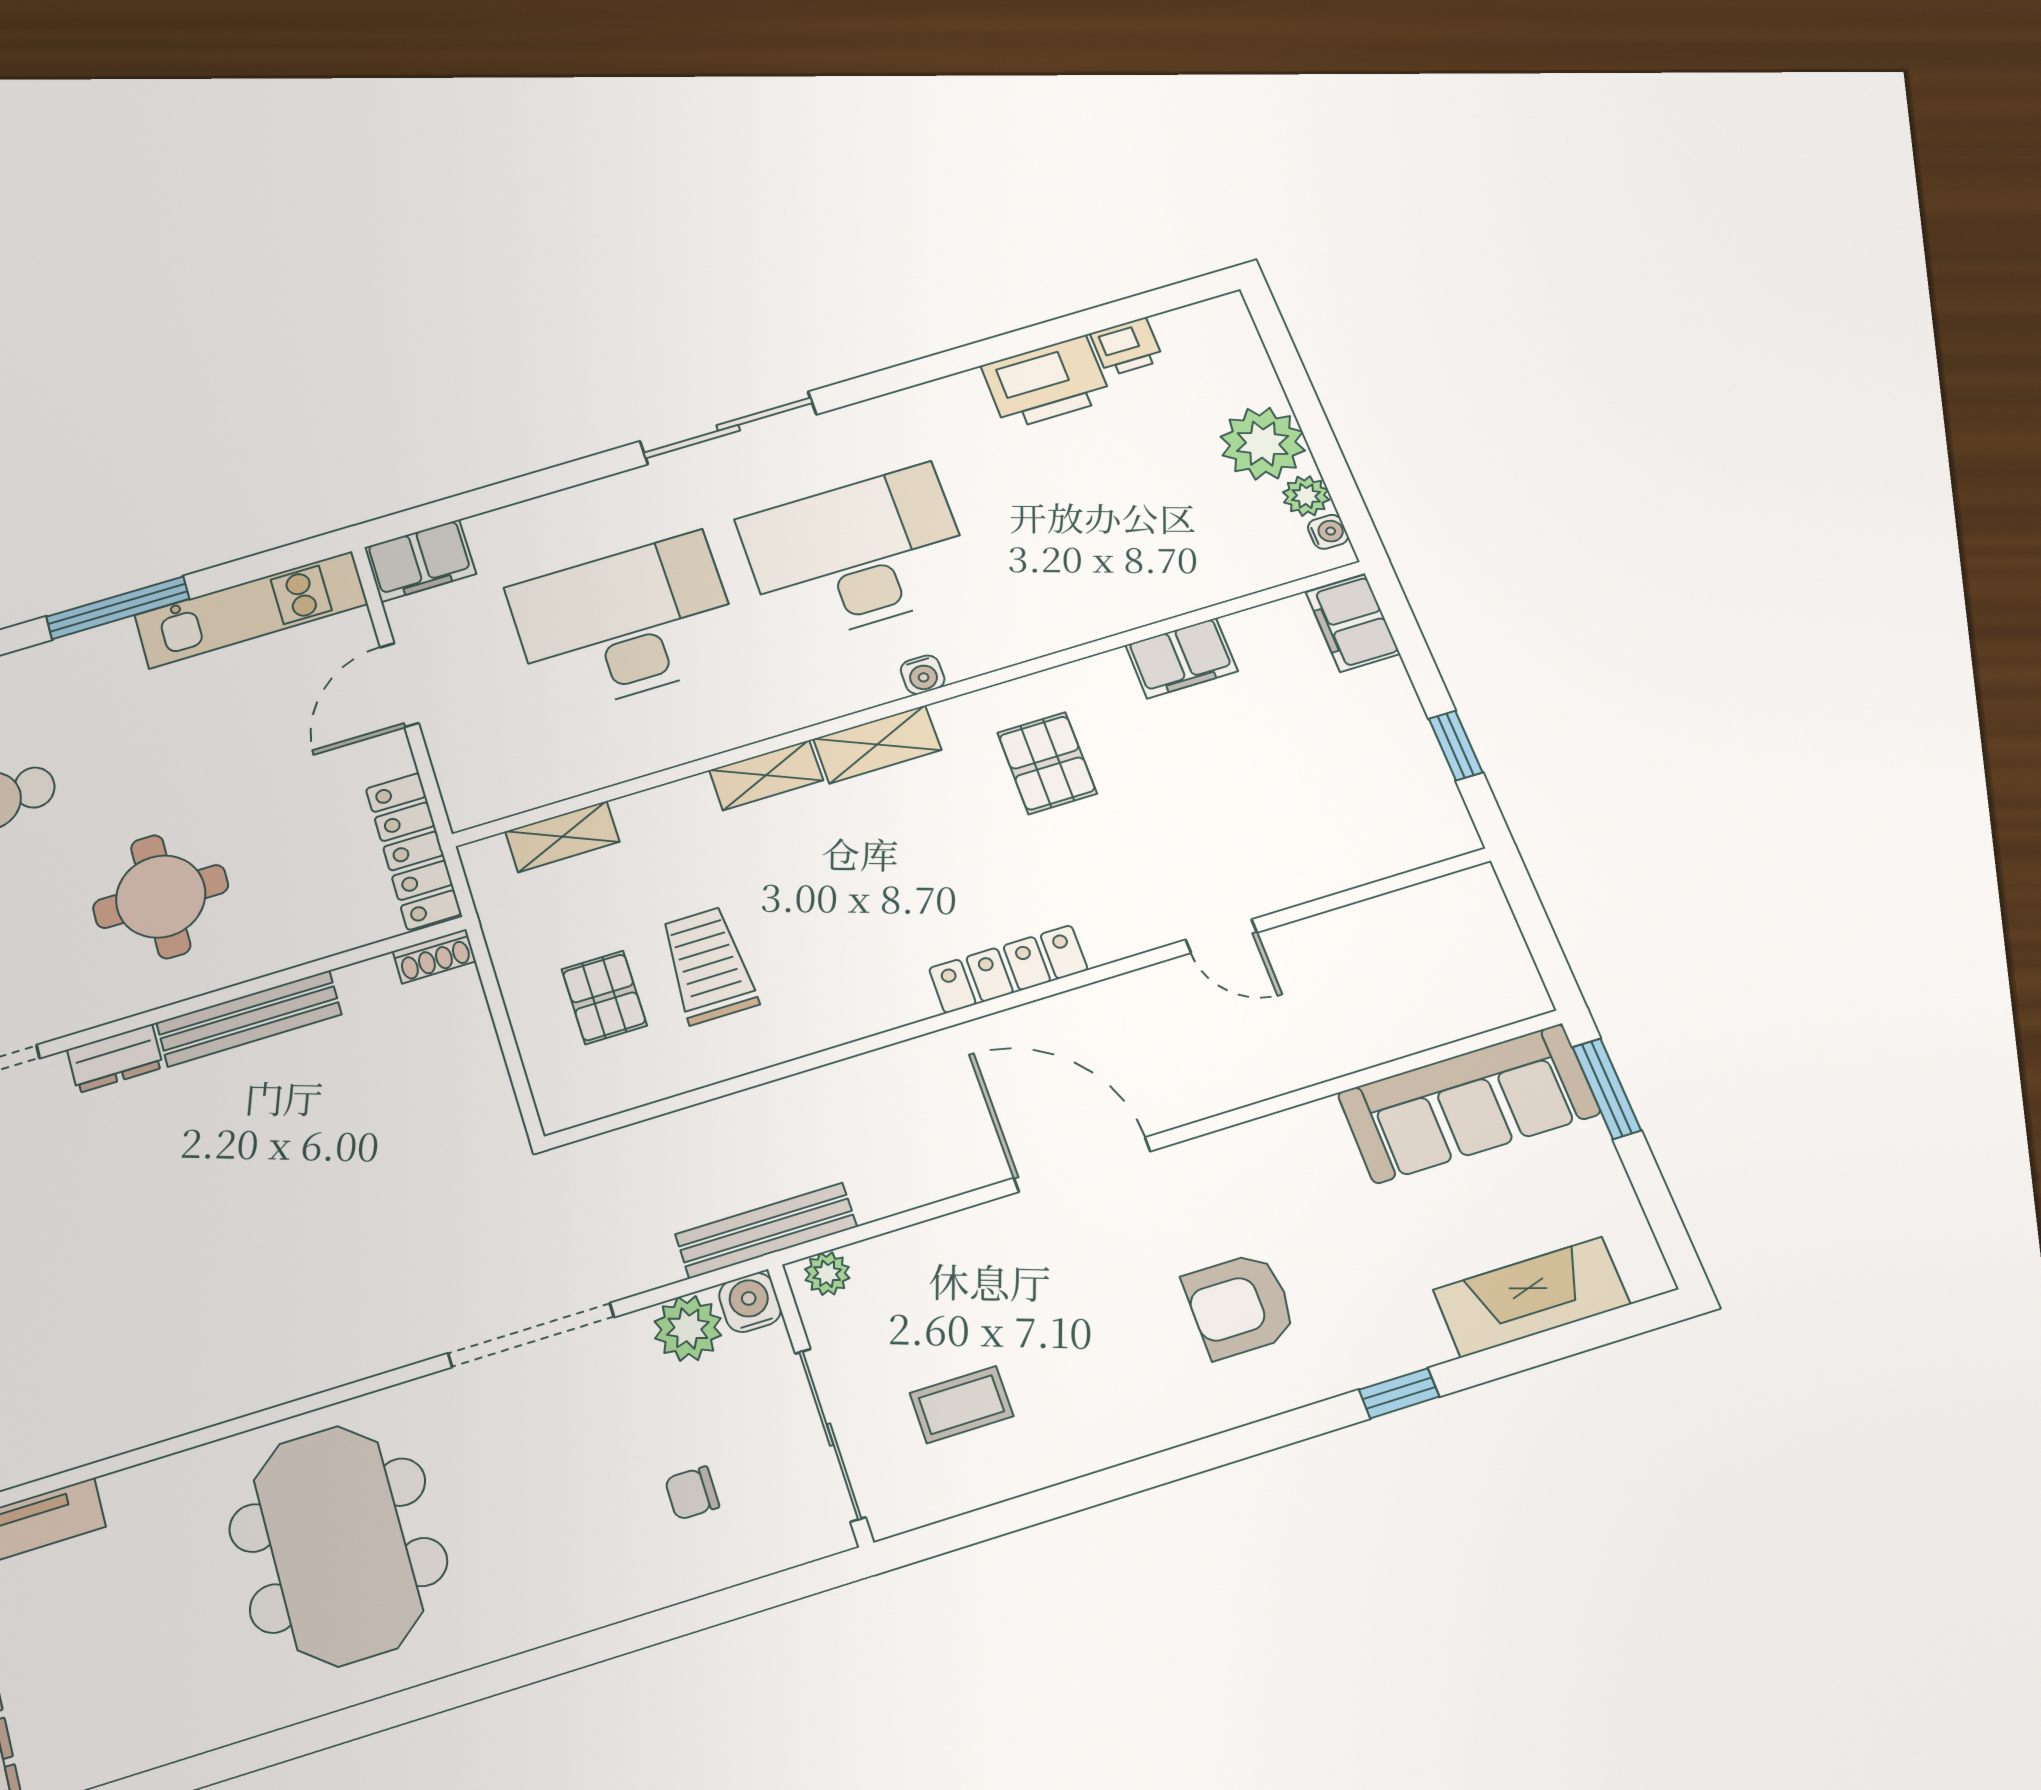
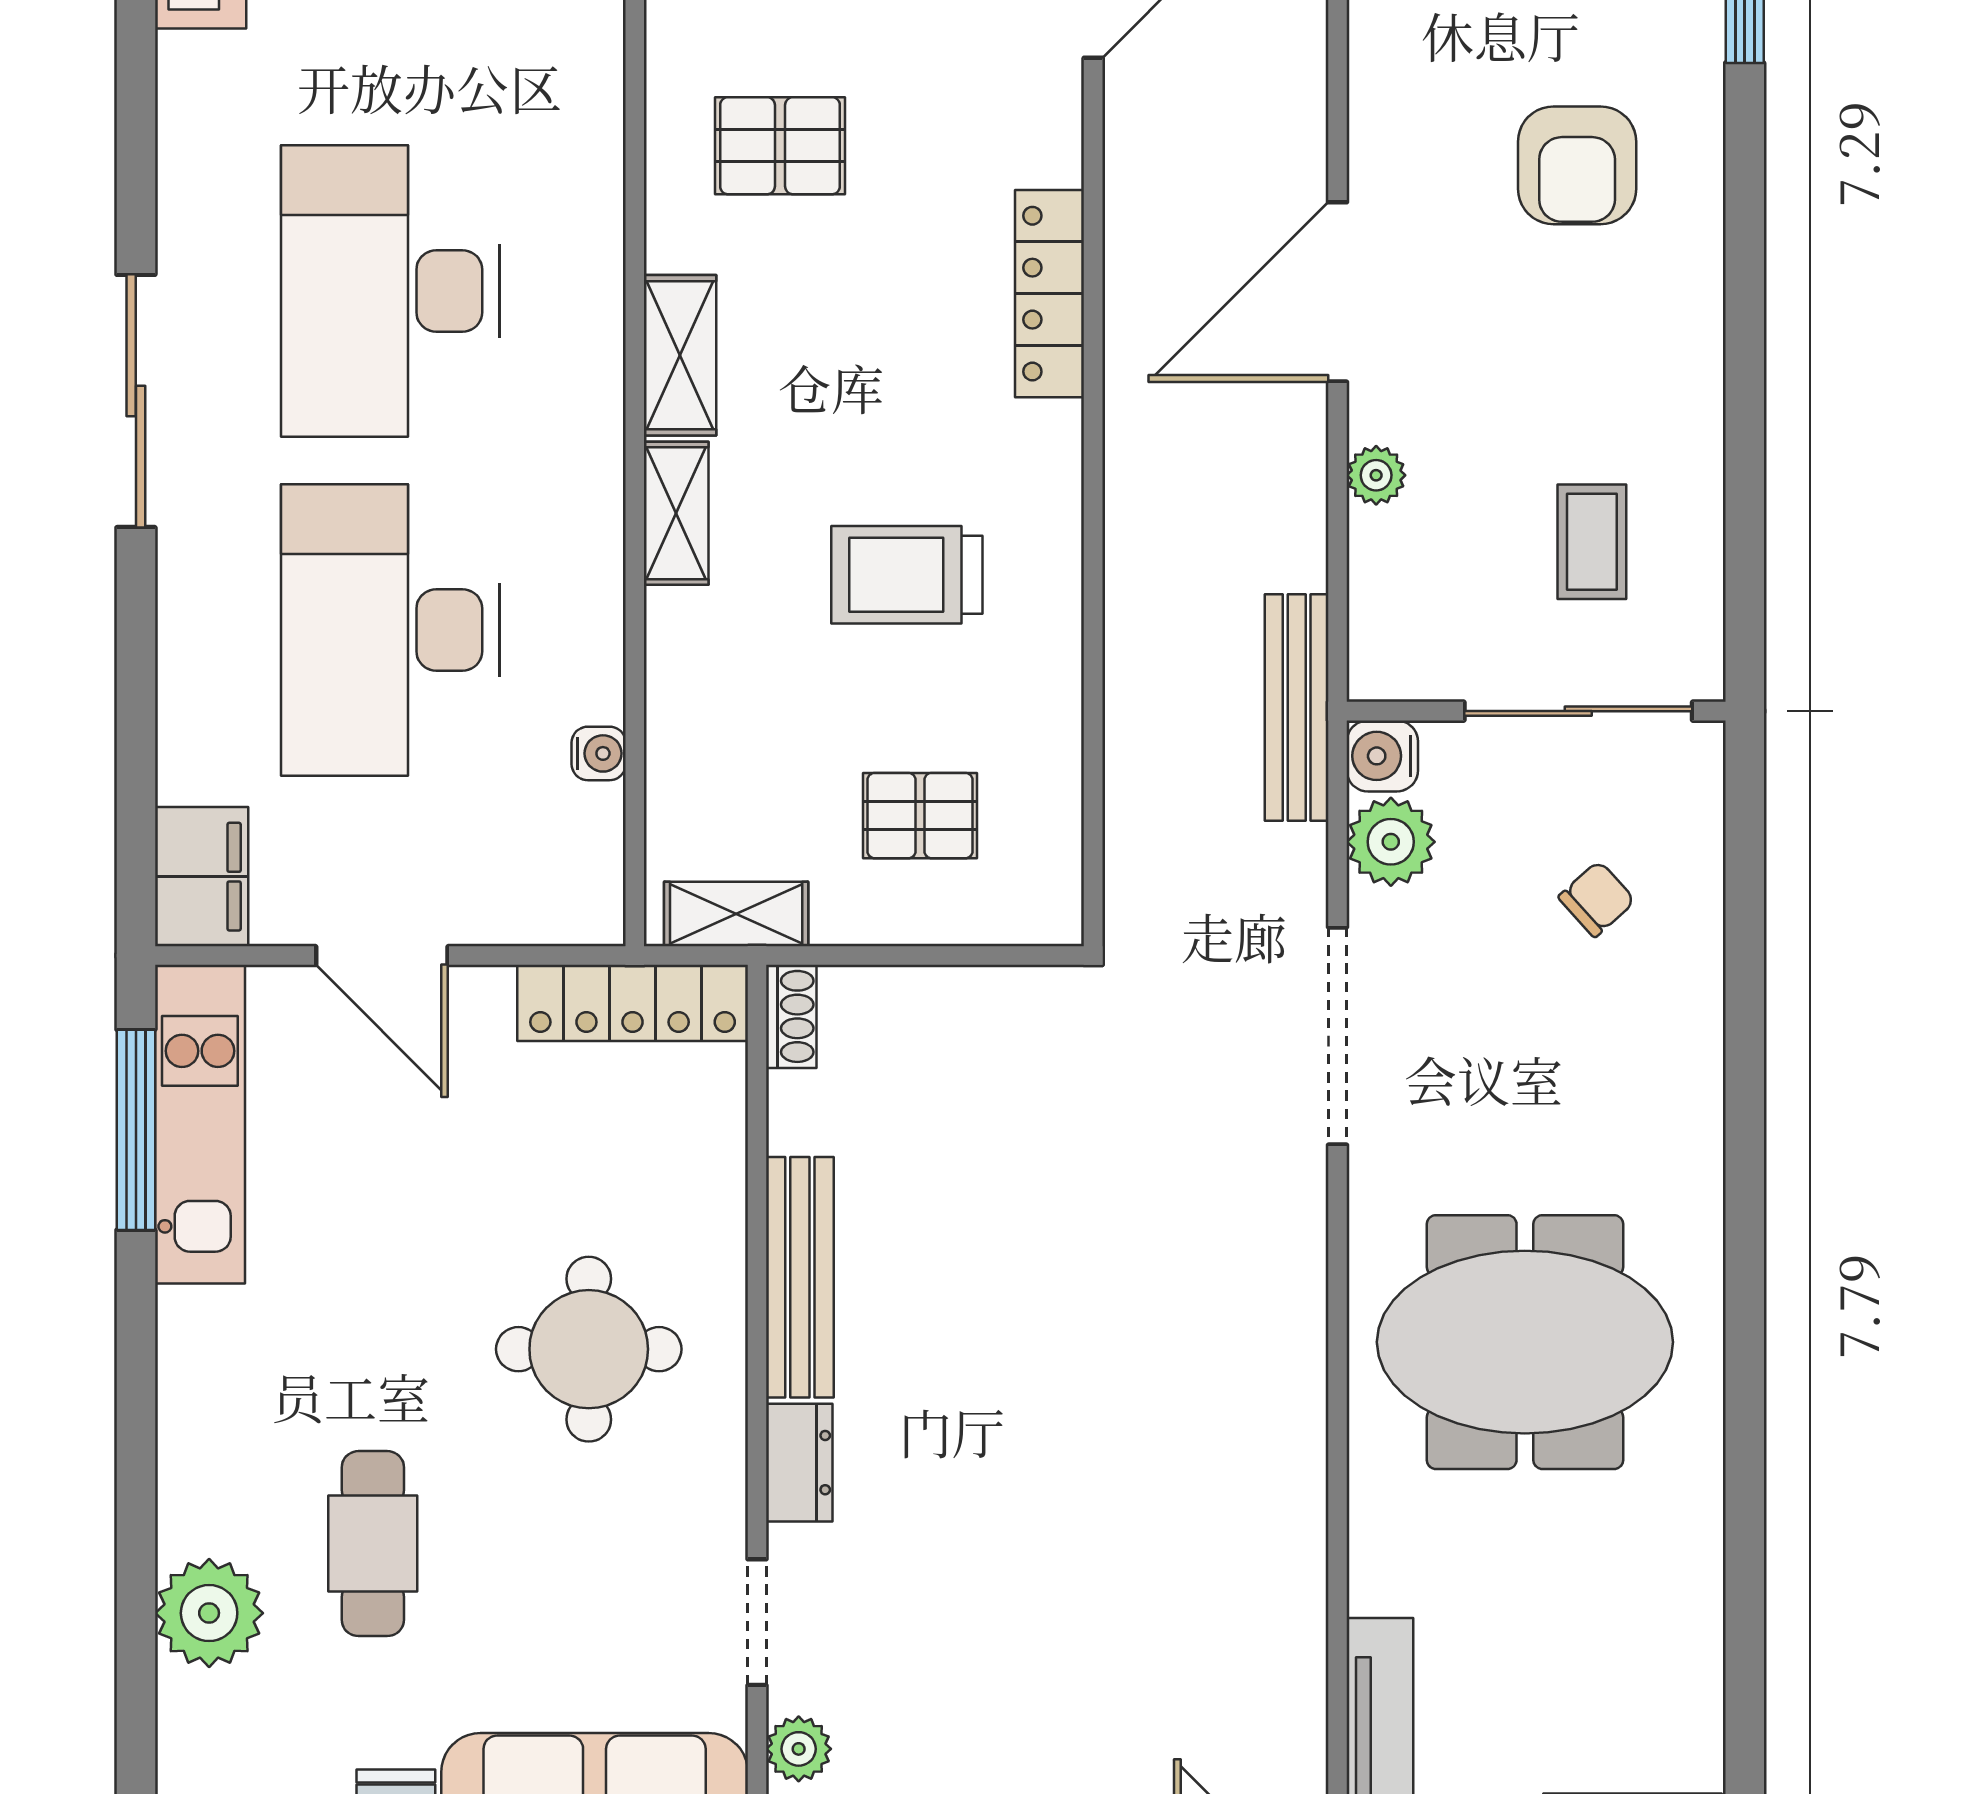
window: (118, 608) -> (136, 1130), moved
water cooler: (923, 675) -> (599, 753), moved
shelving: (562, 837) -> (736, 914), moved, turned 90
trolley: (708, 965) -> (907, 575), moved
plant: (827, 1274) -> (1376, 475), moved
chair: (692, 1493) -> (1597, 899), turned -132

